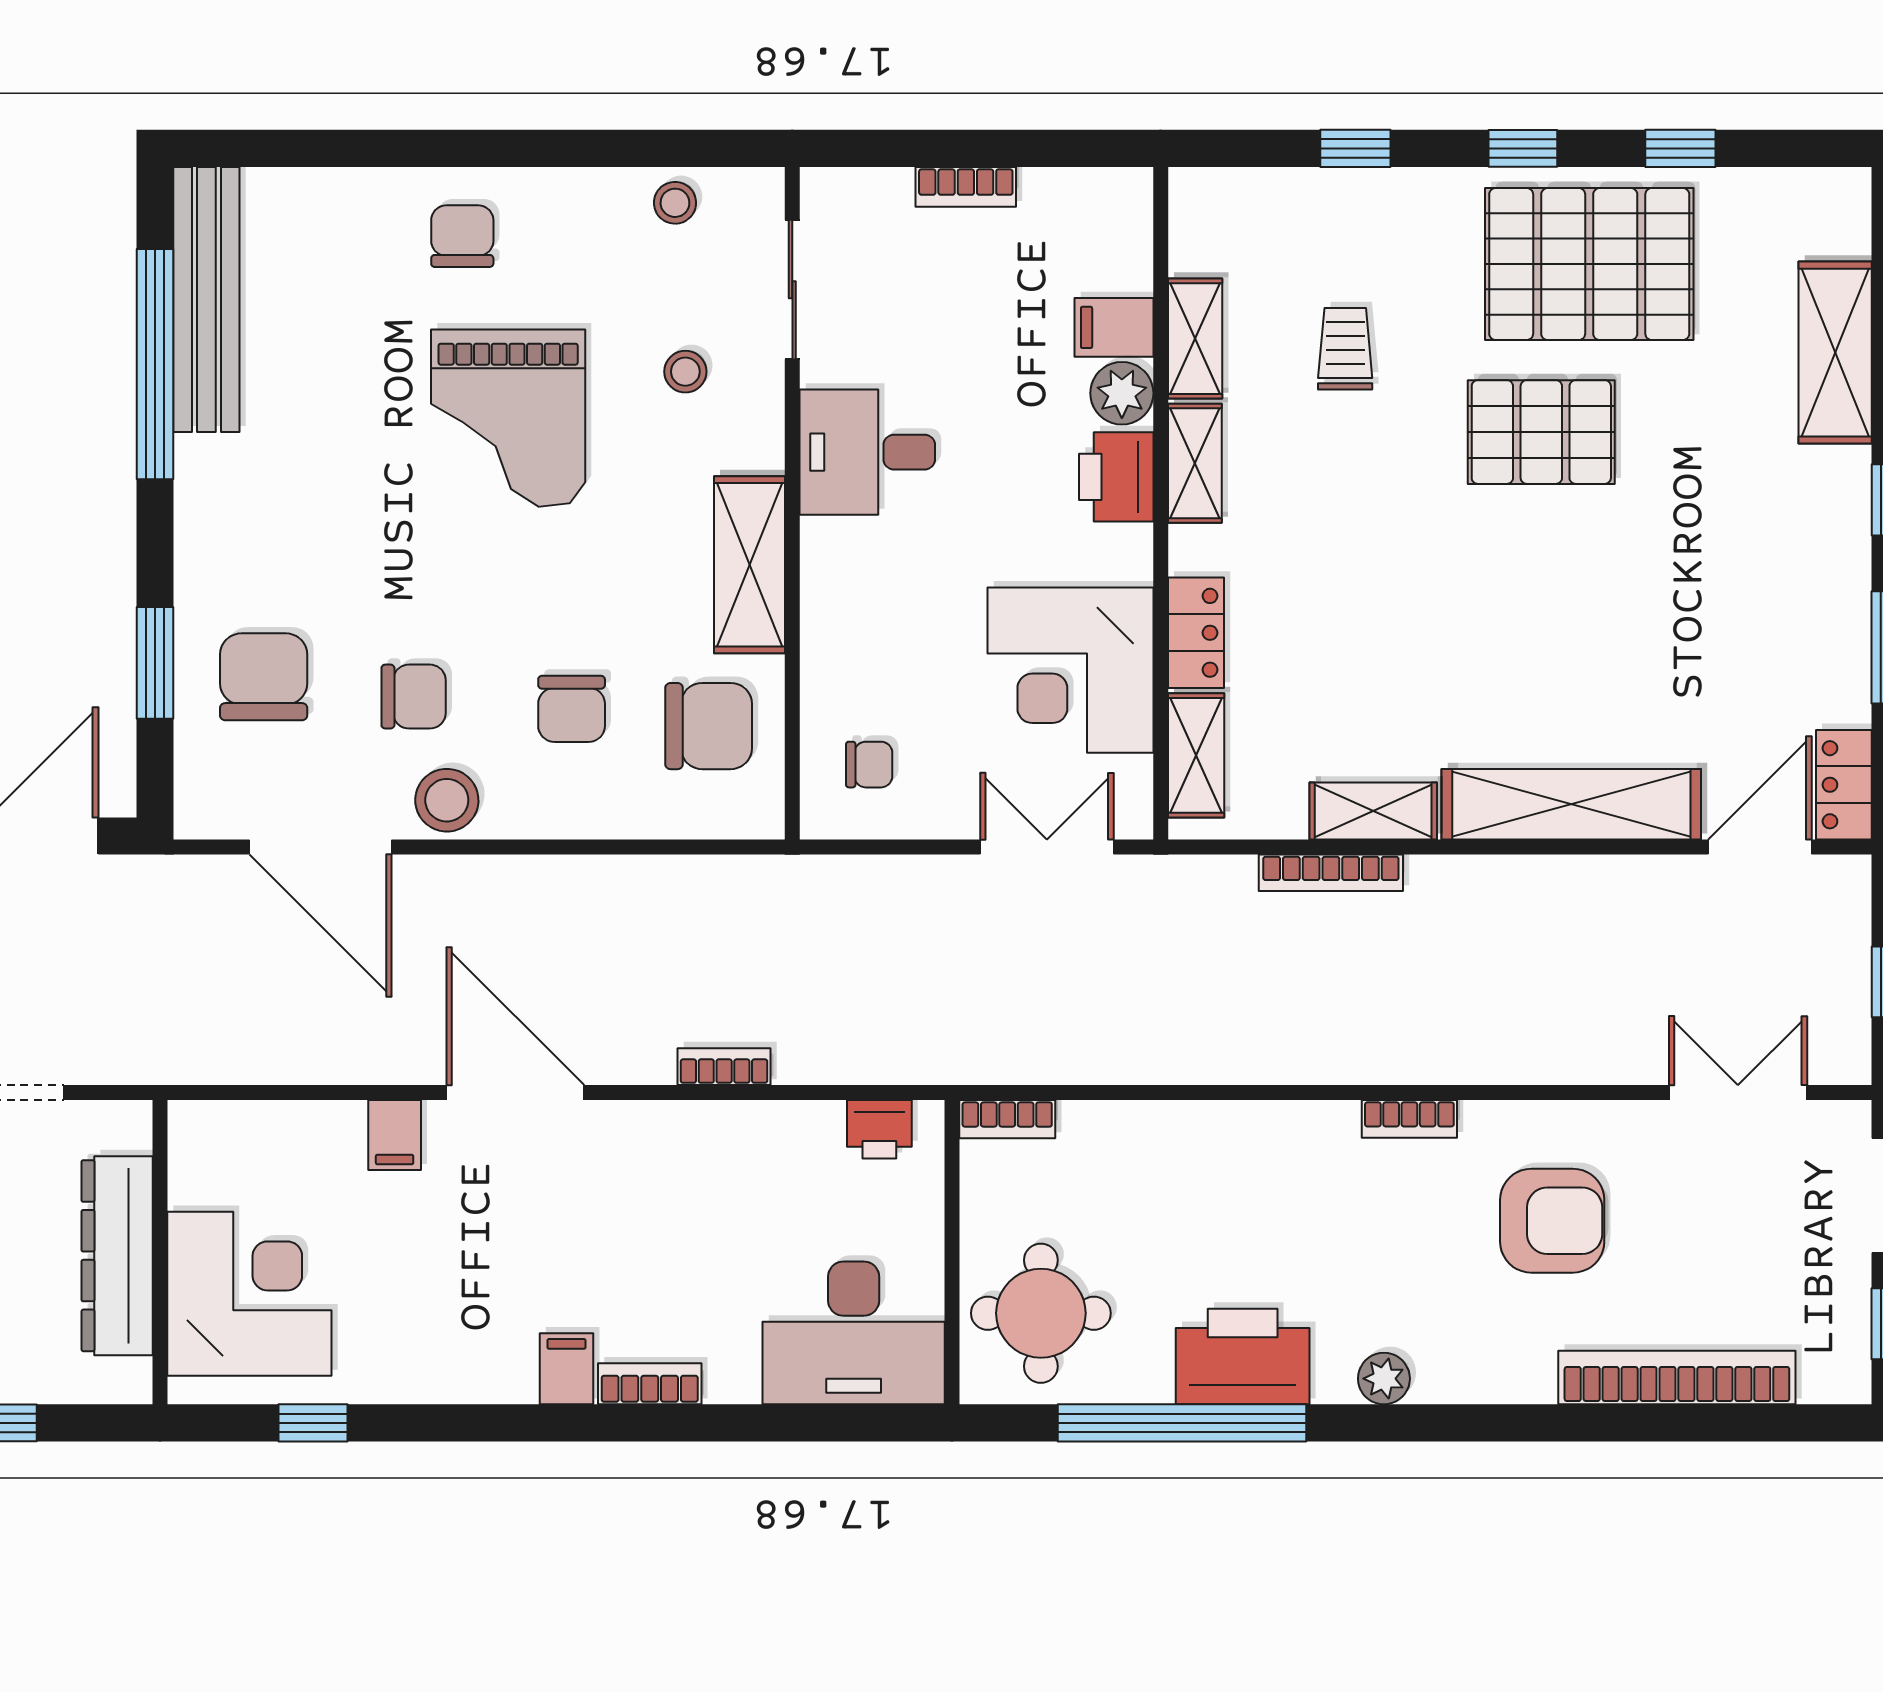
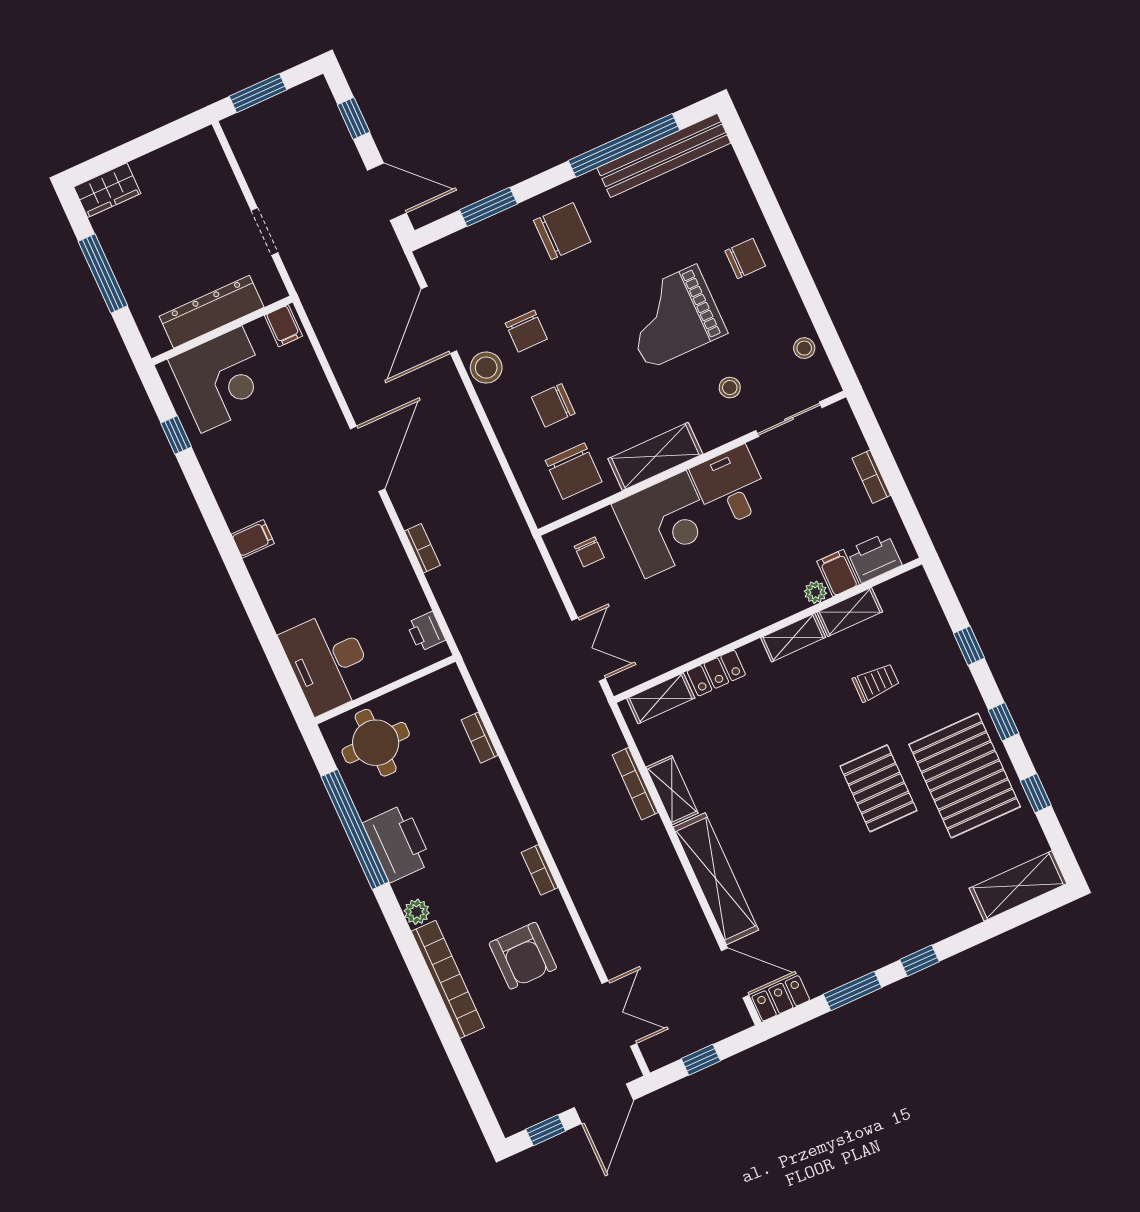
shelving: (1835, 353) -> (1018, 886), moved
plant: (1122, 393) -> (815, 592), width x0.73, depth x0.73
printer: (1116, 477) -> (874, 558), moved
corner desk: (1070, 670) -> (666, 525), moved, turned 180
chair: (264, 677) -> (562, 231), moved
bookcase: (1007, 1119) -> (480, 738), moved
filing cabinet: (395, 1135) -> (283, 326), moved, turned -90
bookcase: (1677, 1378) -> (448, 979), moved
bookcase: (650, 1384) -> (263, 580), removed

